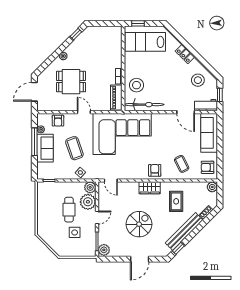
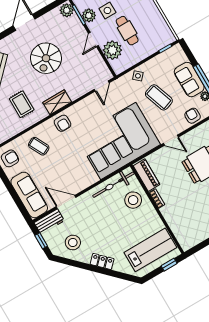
door: (111, 181) -> (102, 86), swing flipped
plant: (90, 187) -> (89, 15), moved

